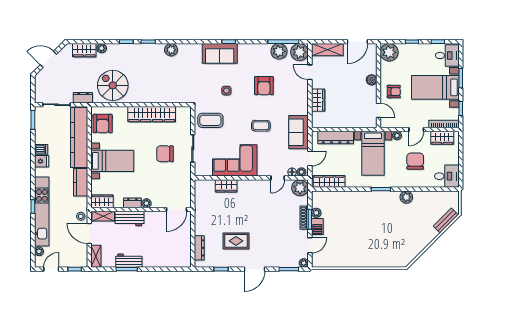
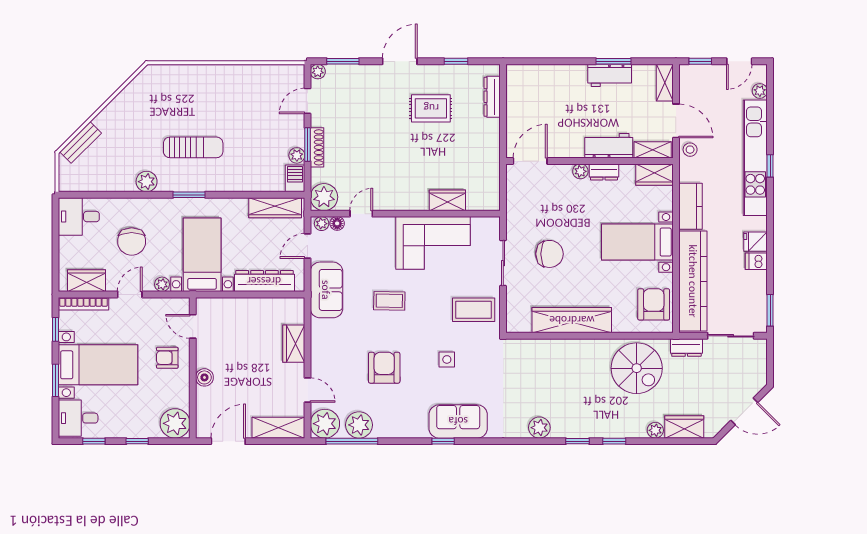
sun lounger: (378, 218) -> (193, 147), added
barbecue: (317, 227) -> (295, 178), moved

